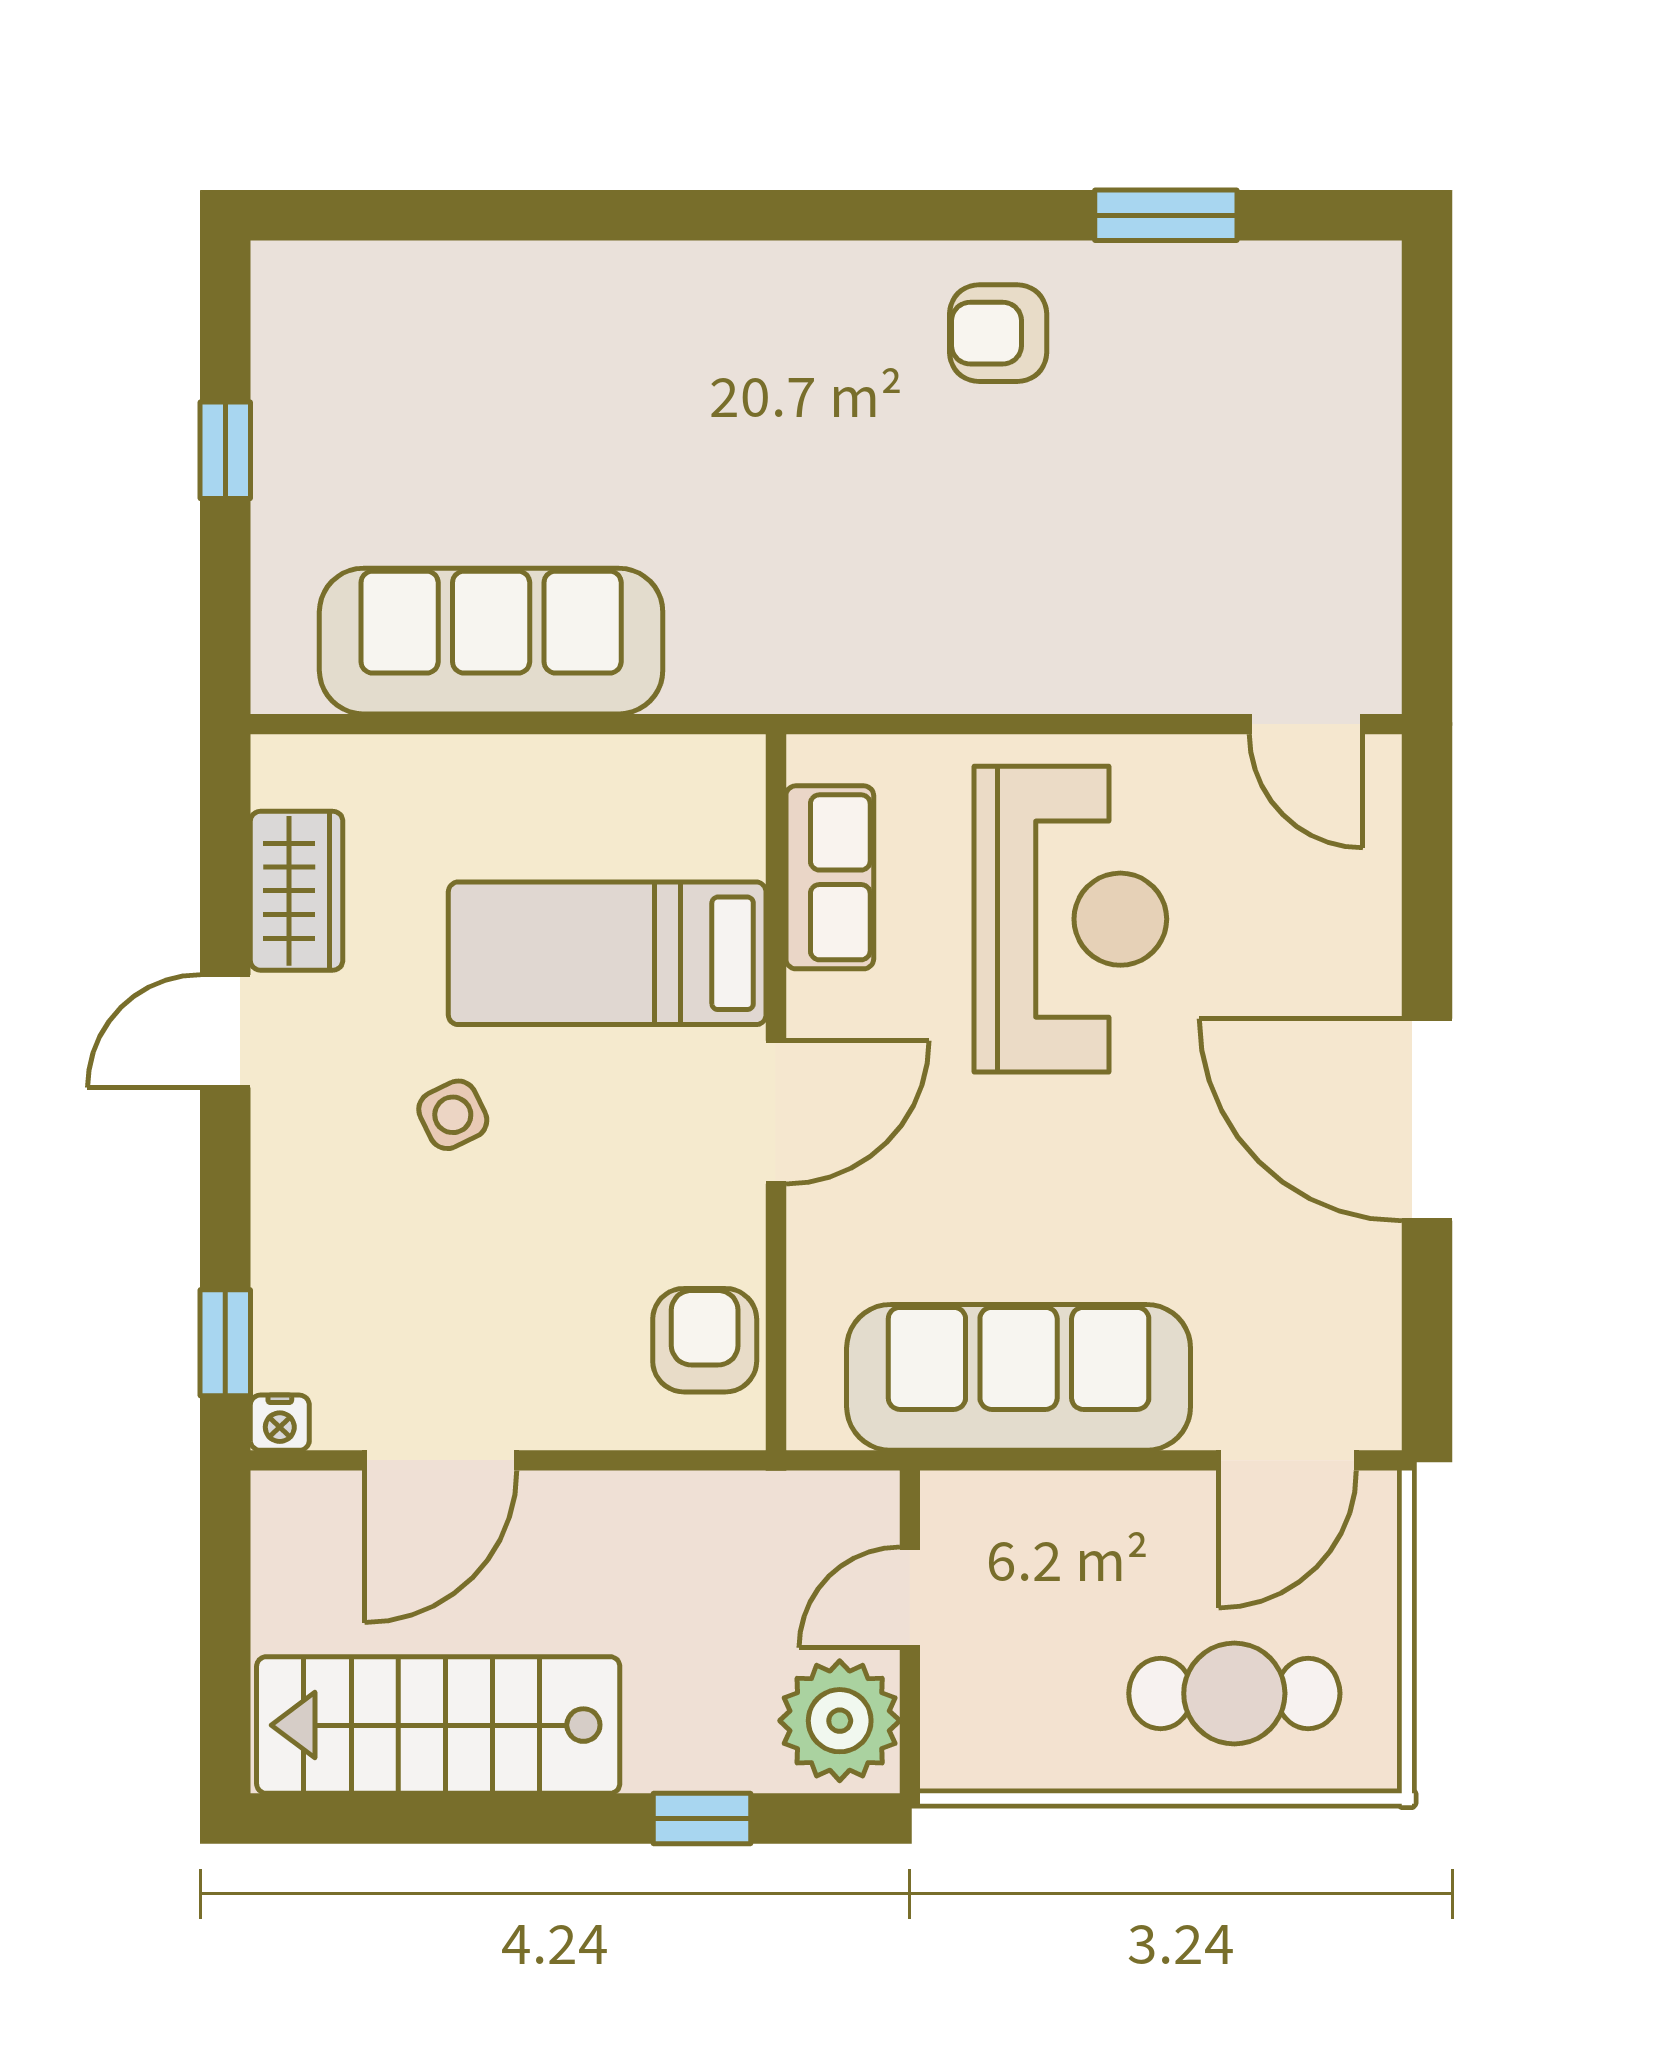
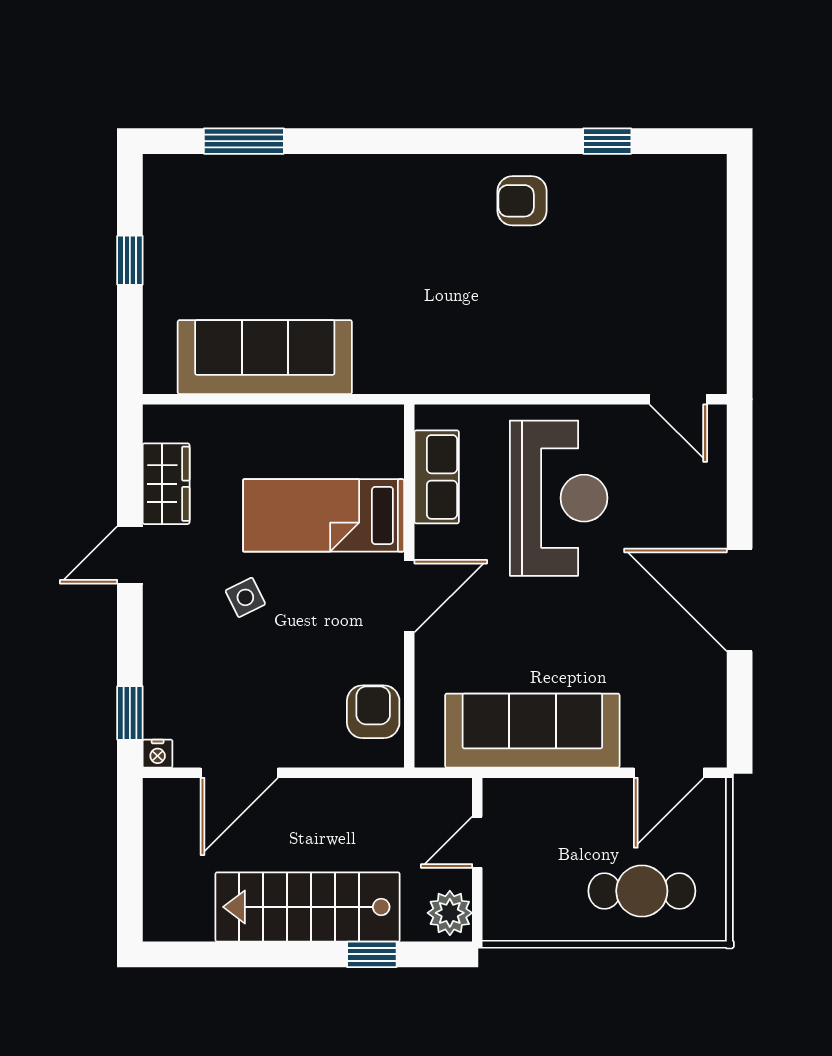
window: (450, 215) -> (244, 141), added
window: (1166, 215) -> (607, 141), width x0.67
plant: (840, 1721) -> (450, 913), width x0.73, depth x0.73
stairs: (438, 1725) -> (308, 907), moved

